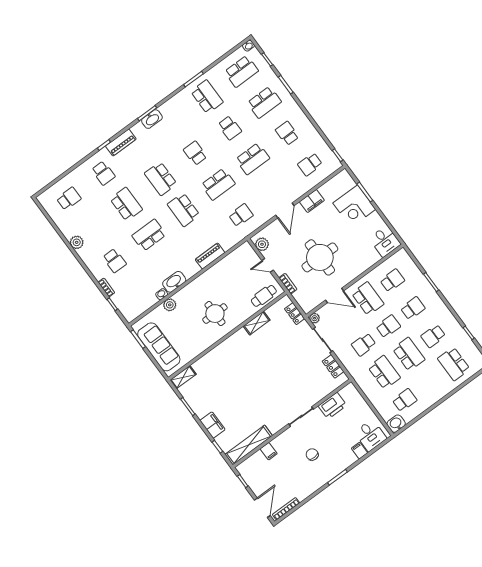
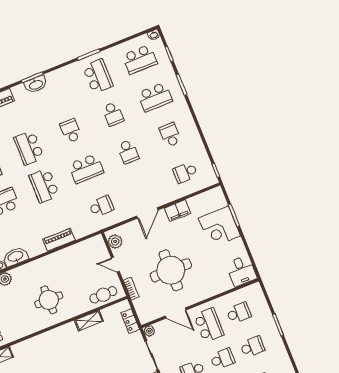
school desk: (253, 159) -> (128, 152), width x0.54

